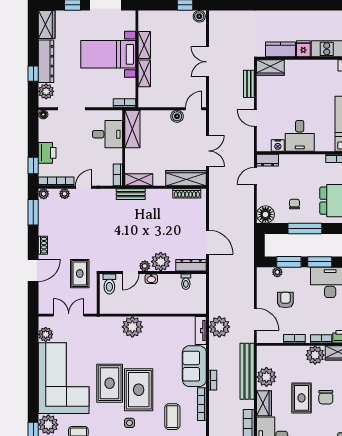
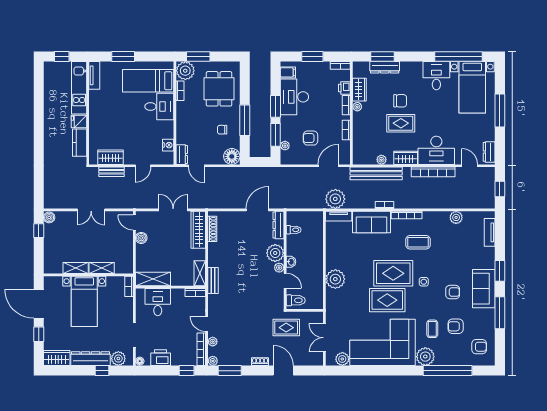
wardrobe: (270, 67) -> (110, 157), moved, turned -90
desk: (300, 136) -> (159, 106), moved
printer: (47, 153) -> (161, 358), moved
plant: (315, 355) -> (357, 107), width x0.53, depth x0.53
plant: (266, 377) -> (381, 160), width x0.53, depth x0.53

